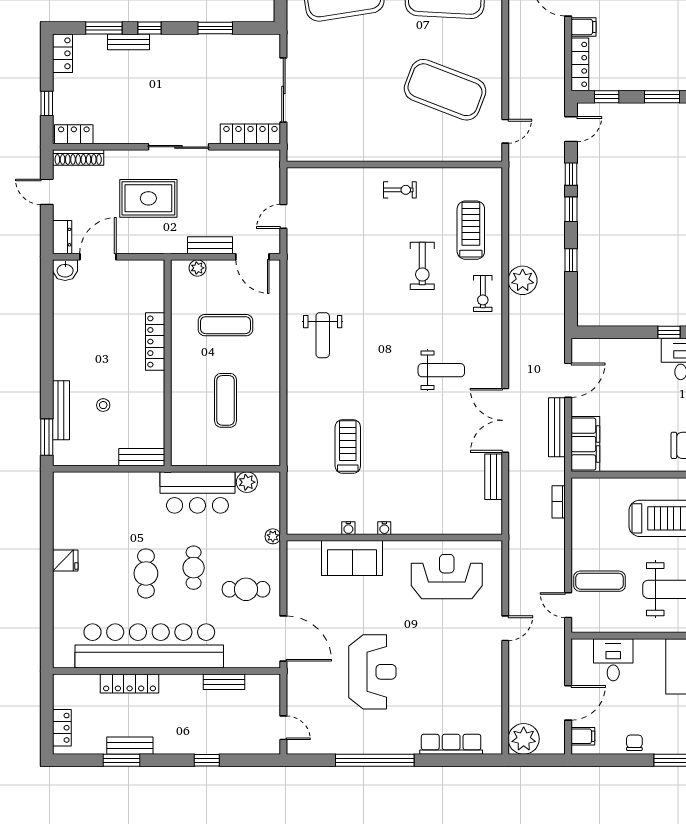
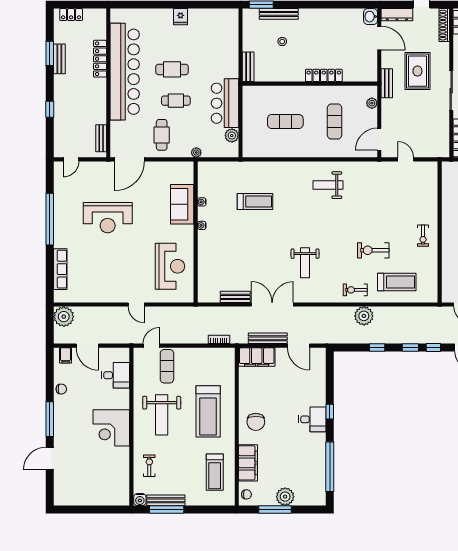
dresser: (62, 237) -> (397, 15), width x1.44
bench: (210, 245) -> (387, 83), moved
bench: (224, 682) -> (101, 138), moved

